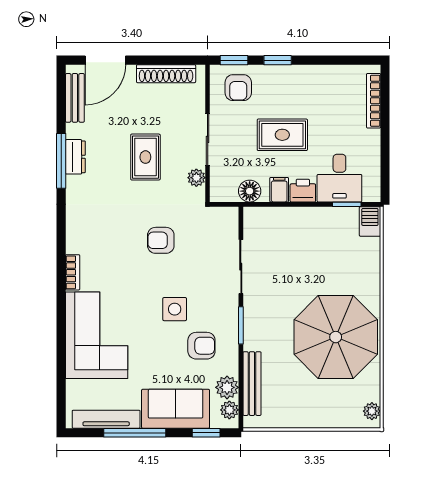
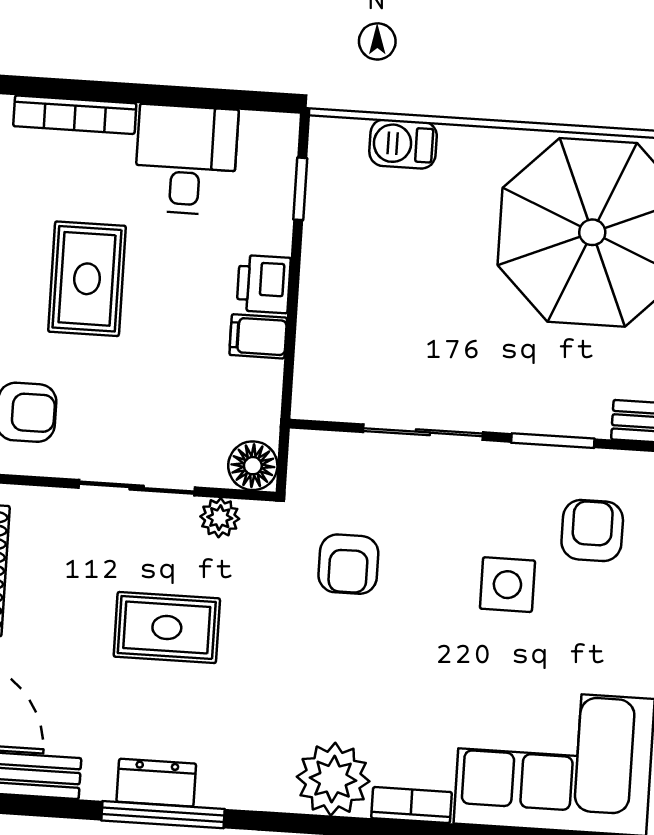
rug: (282, 135) -> (87, 279), moved
desk: (339, 178) -> (186, 160), moved, turned -90
floor lamp: (250, 191) -> (253, 466), moved
barbecue: (370, 221) -> (403, 144), moved
plant: (82, 236) -> (333, 779), added
armchair: (161, 240) -> (348, 564), moved

